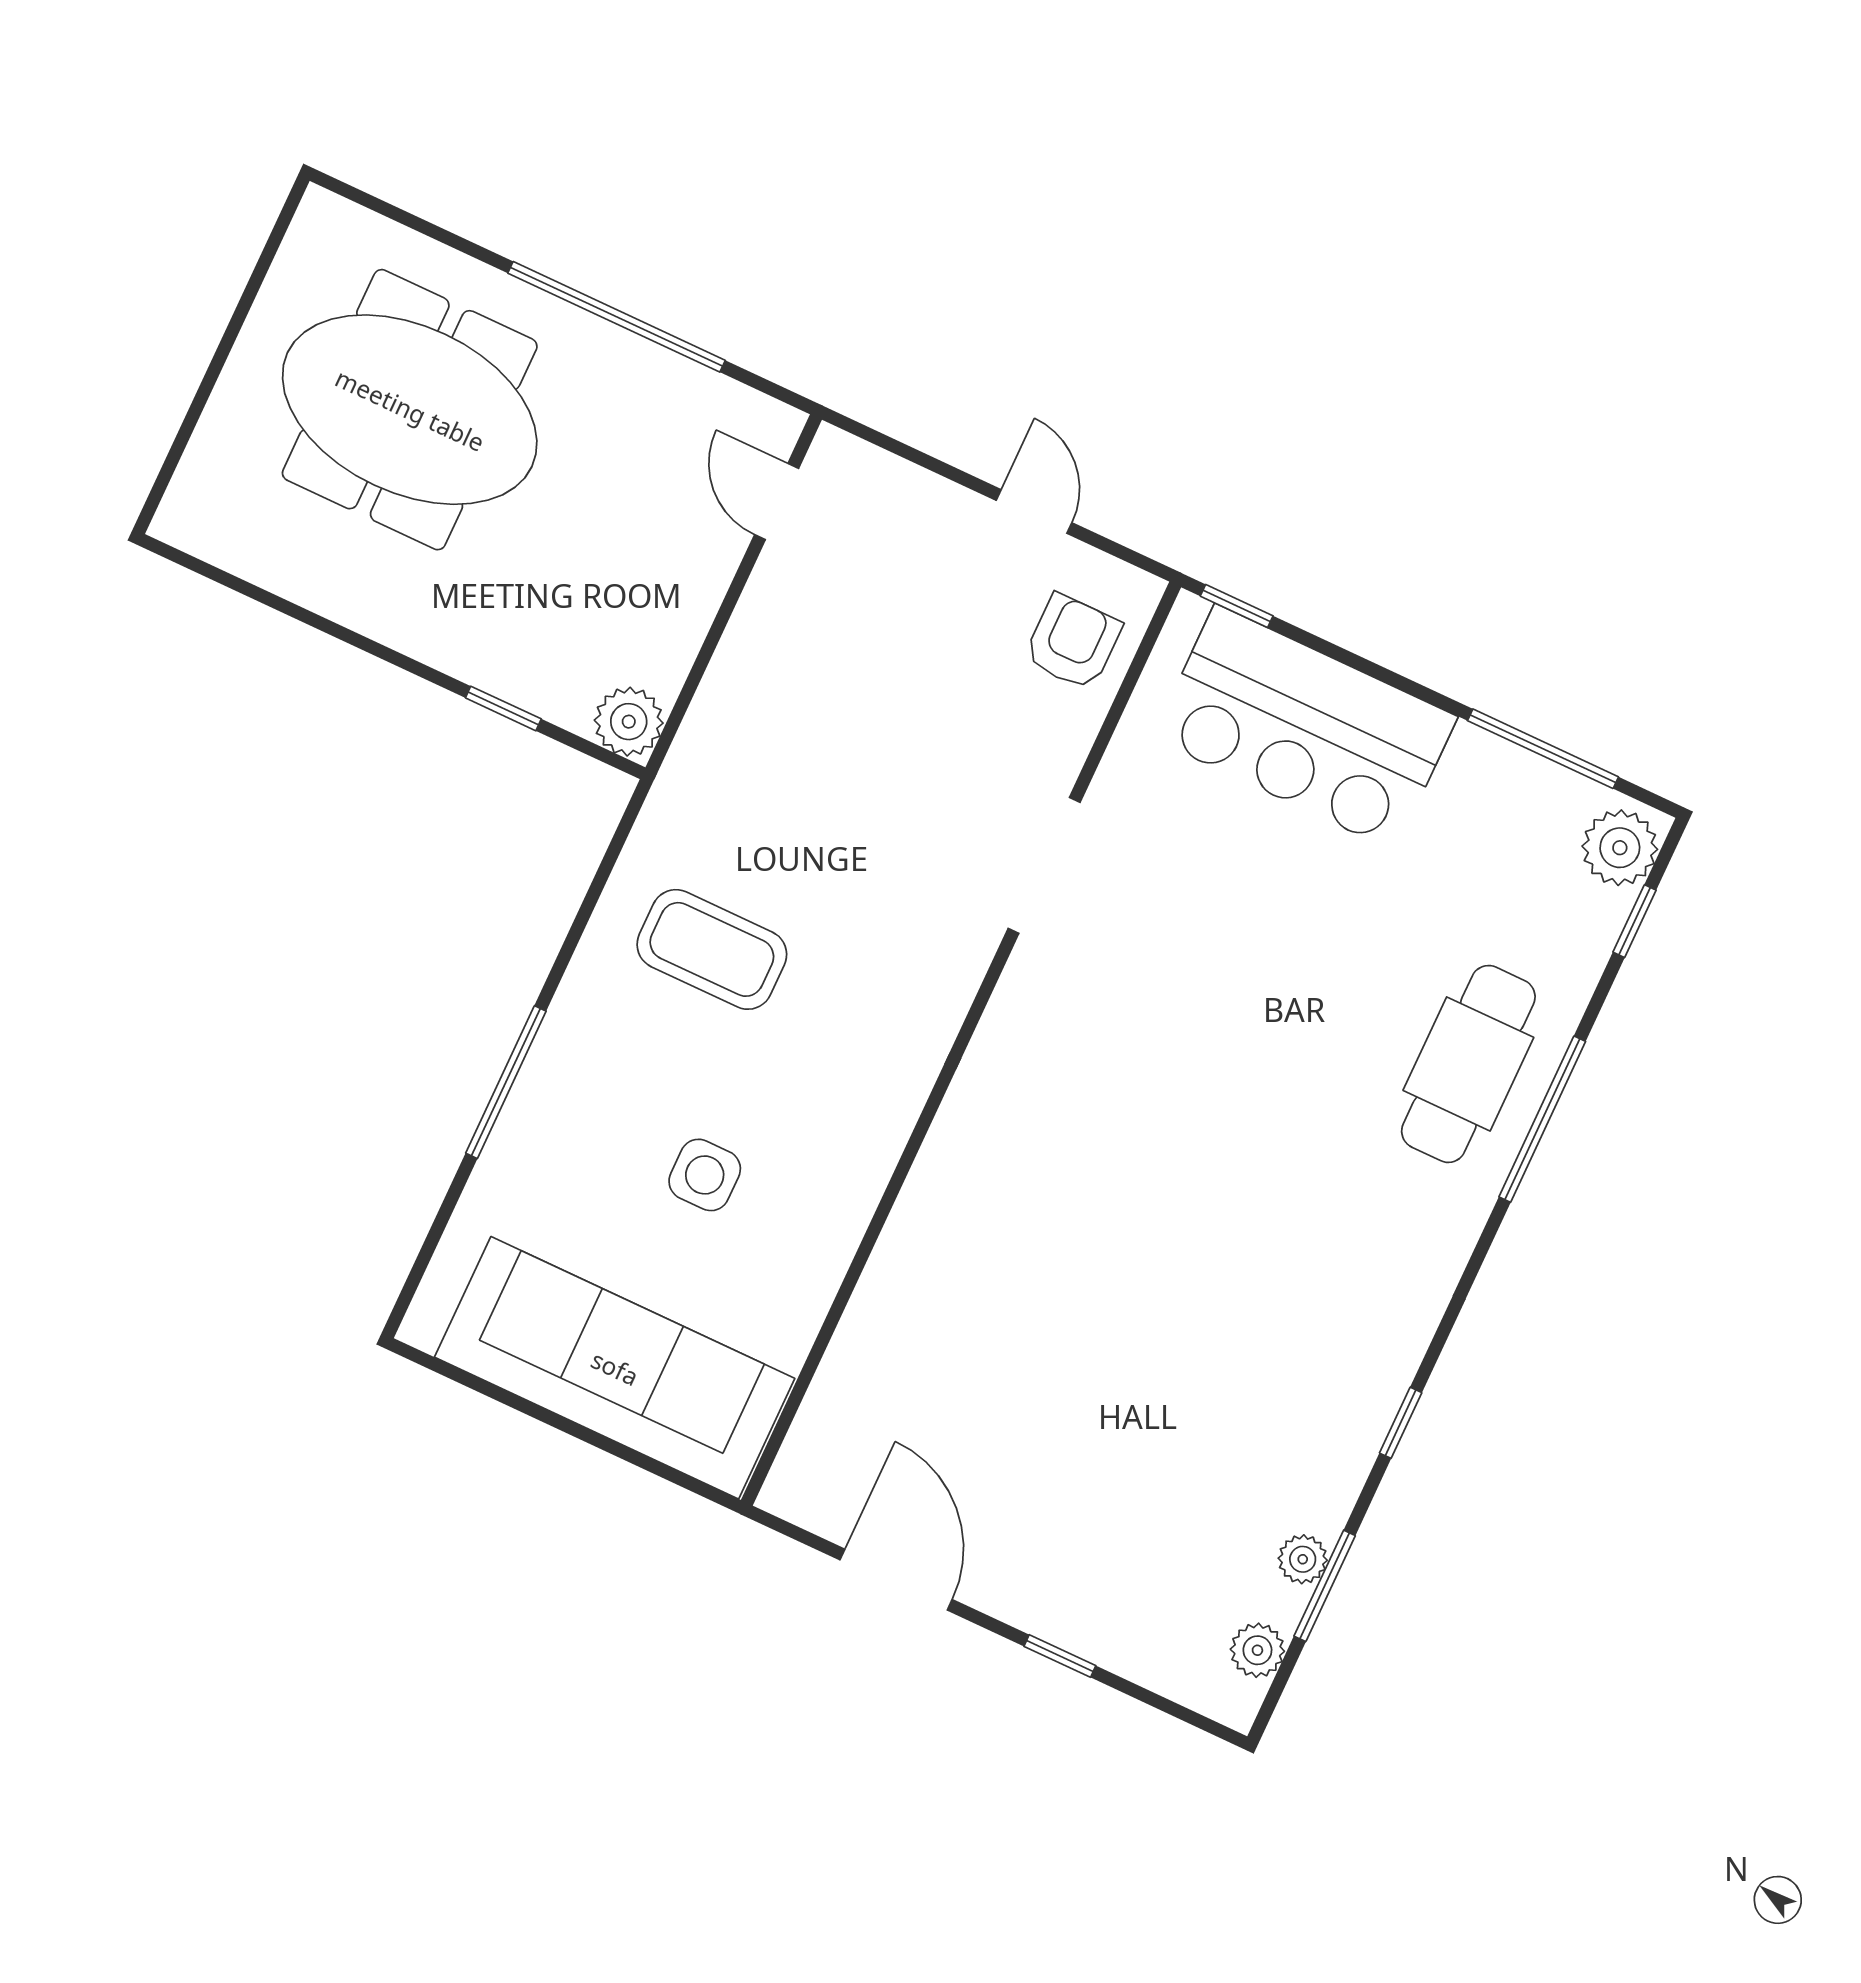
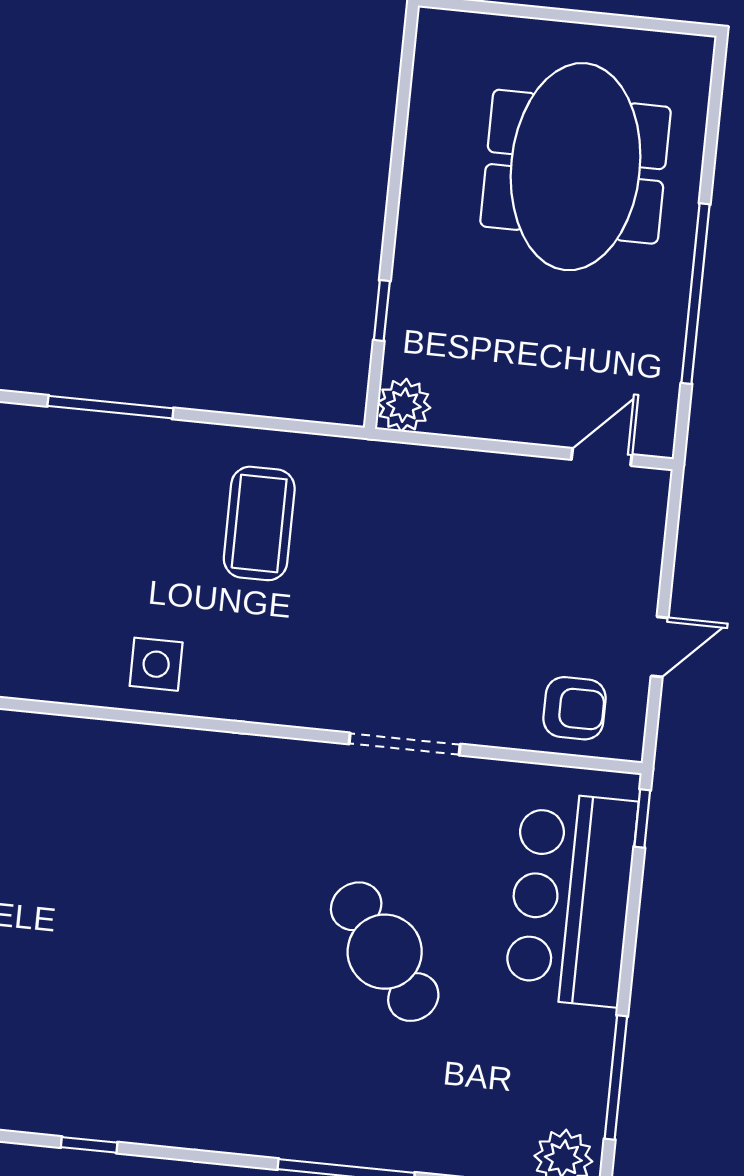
cafe table: (1468, 1064) -> (385, 952), moved, turned 52
side table: (705, 1175) -> (156, 664), moved

